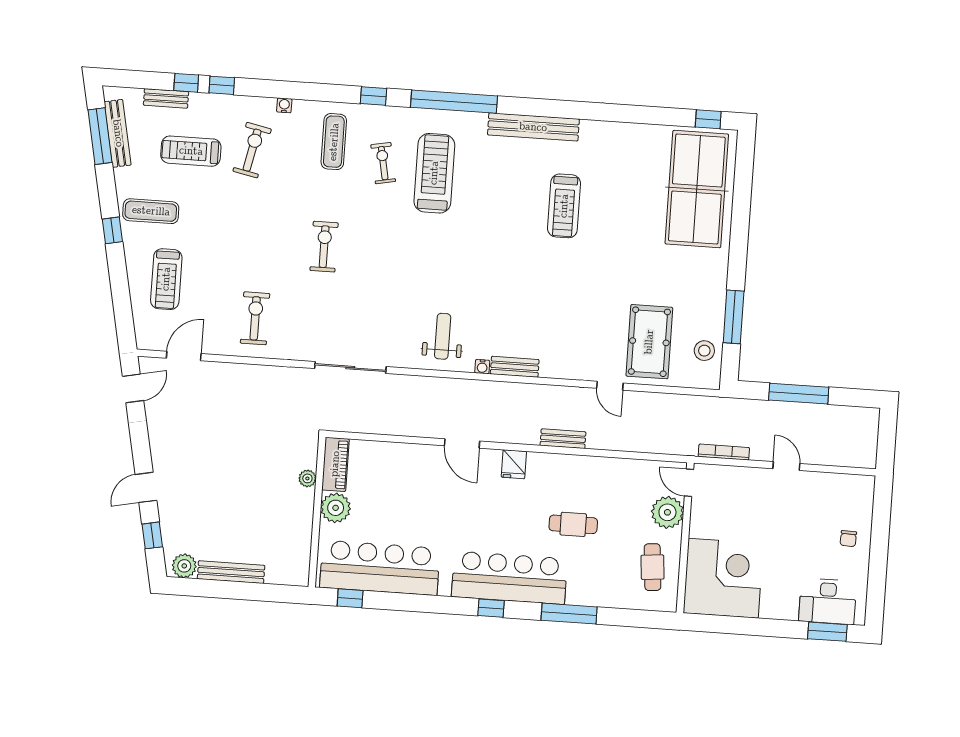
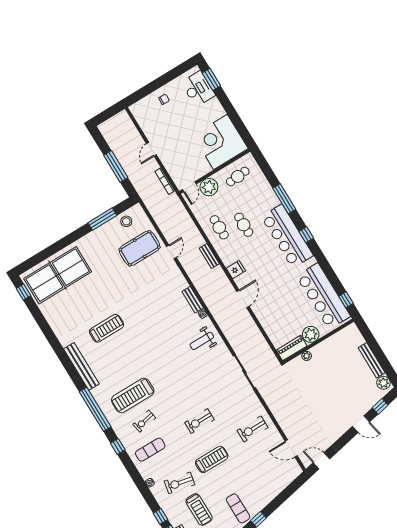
treadmill: (166, 279) -> (212, 459), moved
cafe table: (596, 485) -> (219, 227), added

